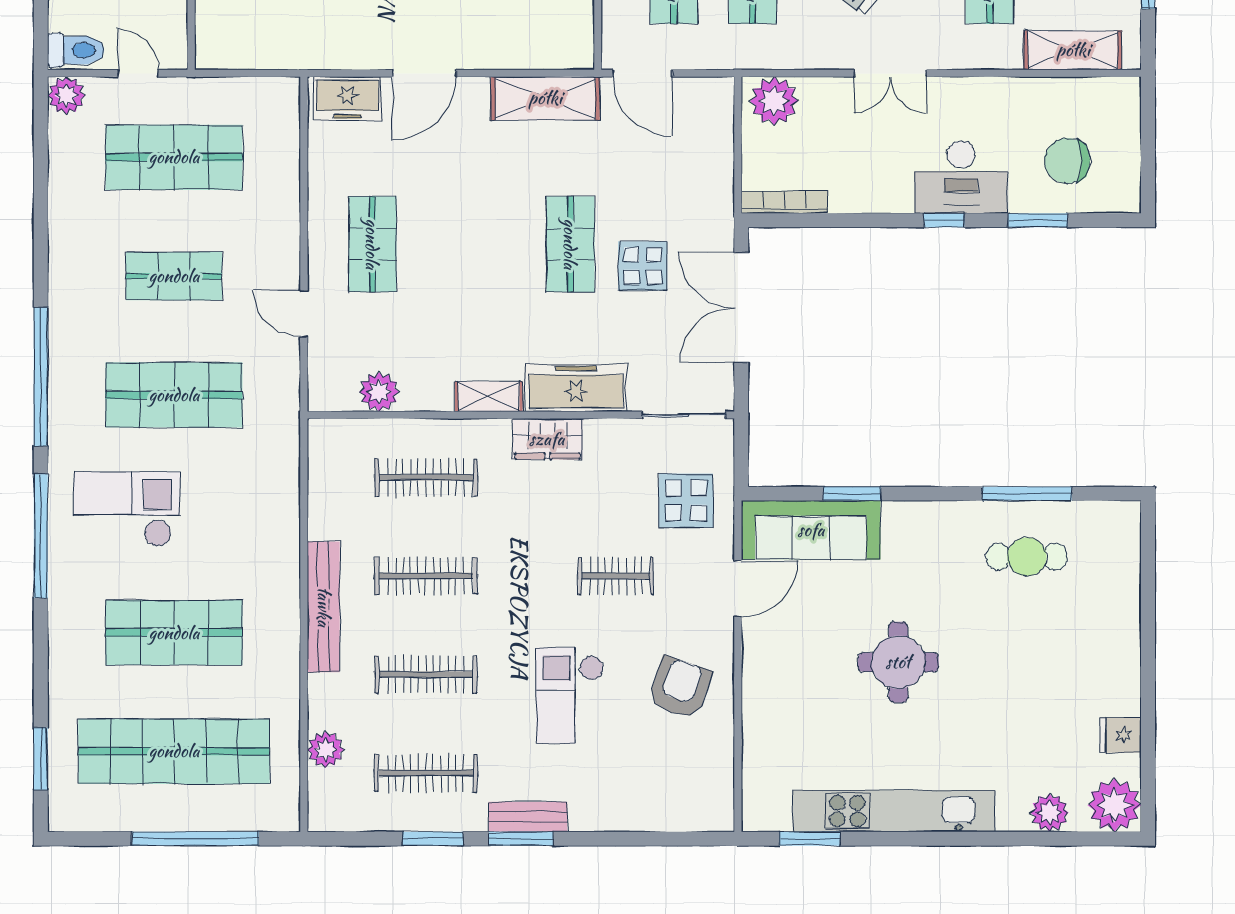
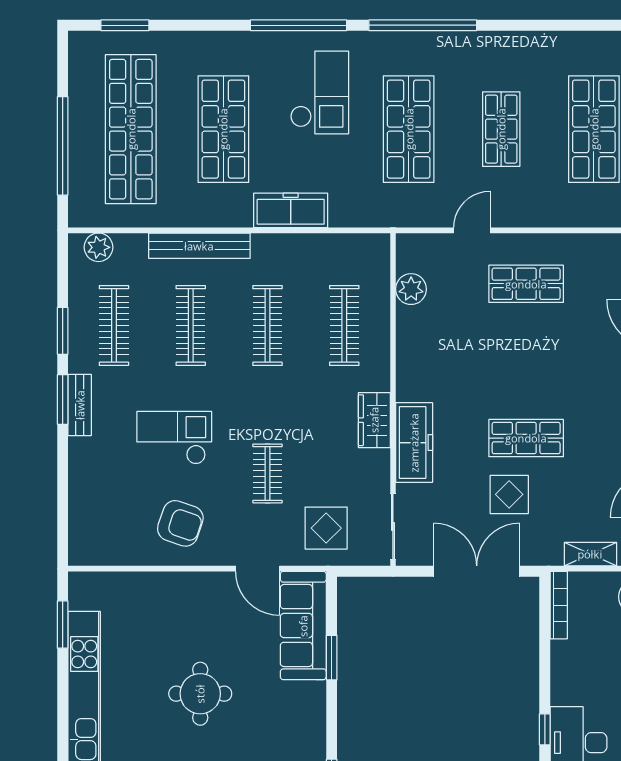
shelving: (489, 396) -> (590, 554), moved, turned 90
freezer: (278, 546) -> (291, 210), added
bench: (324, 607) -> (199, 246), moved
plant: (326, 750) -> (98, 247), moved

